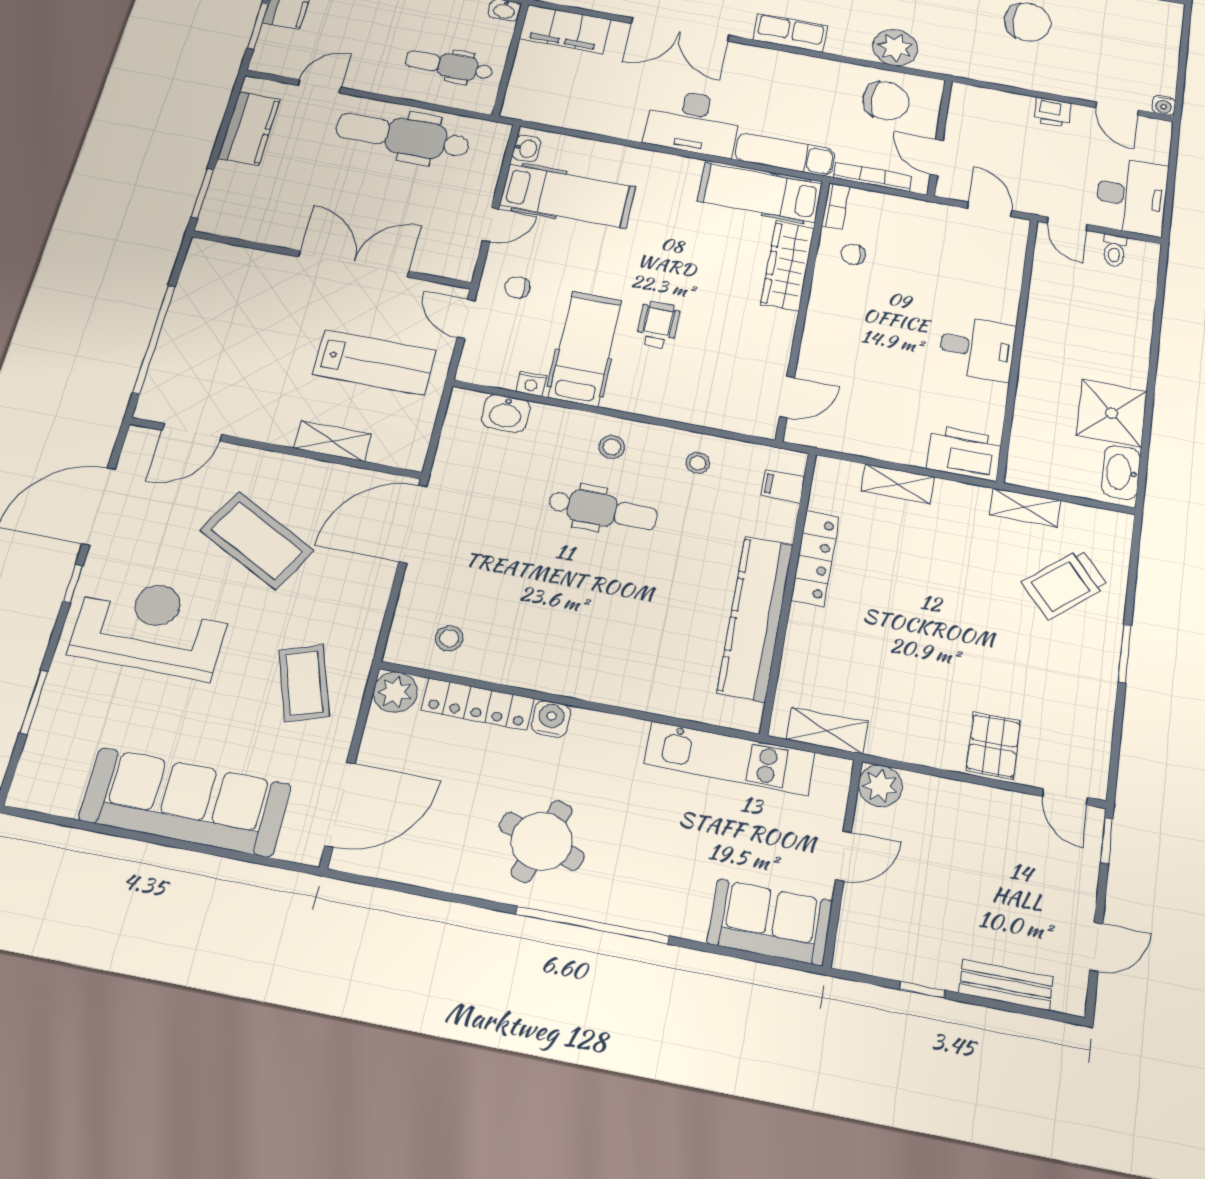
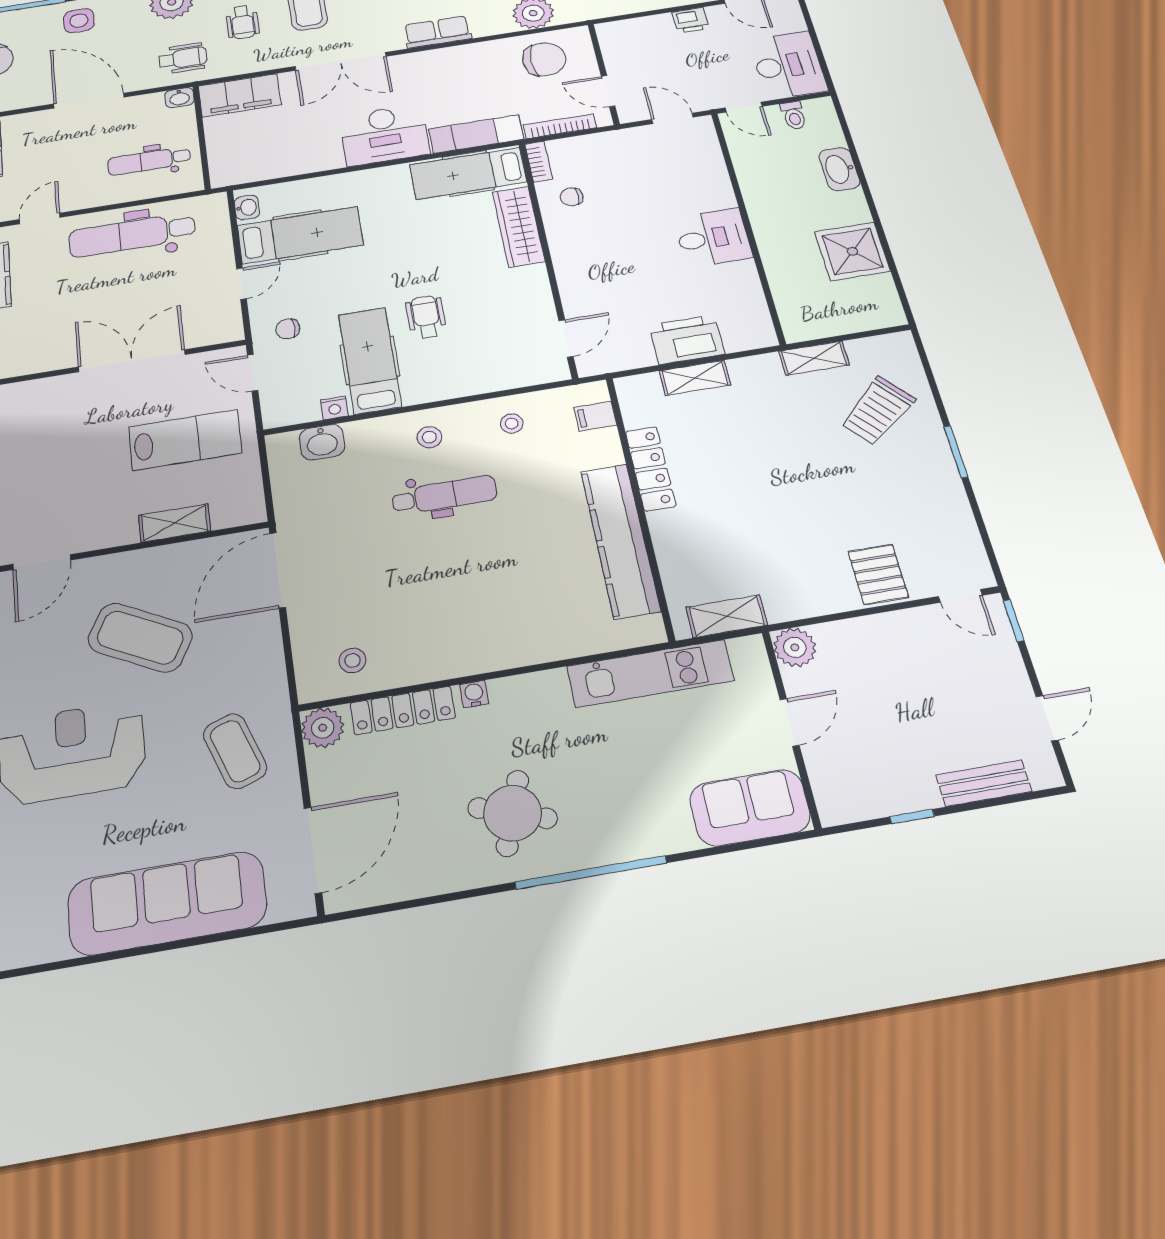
printer: (964, 453) -> (687, 340), moved
washbasin: (1121, 472) -> (839, 169), moved
water cooler: (551, 719) -> (474, 694), width x0.72, depth x0.72

